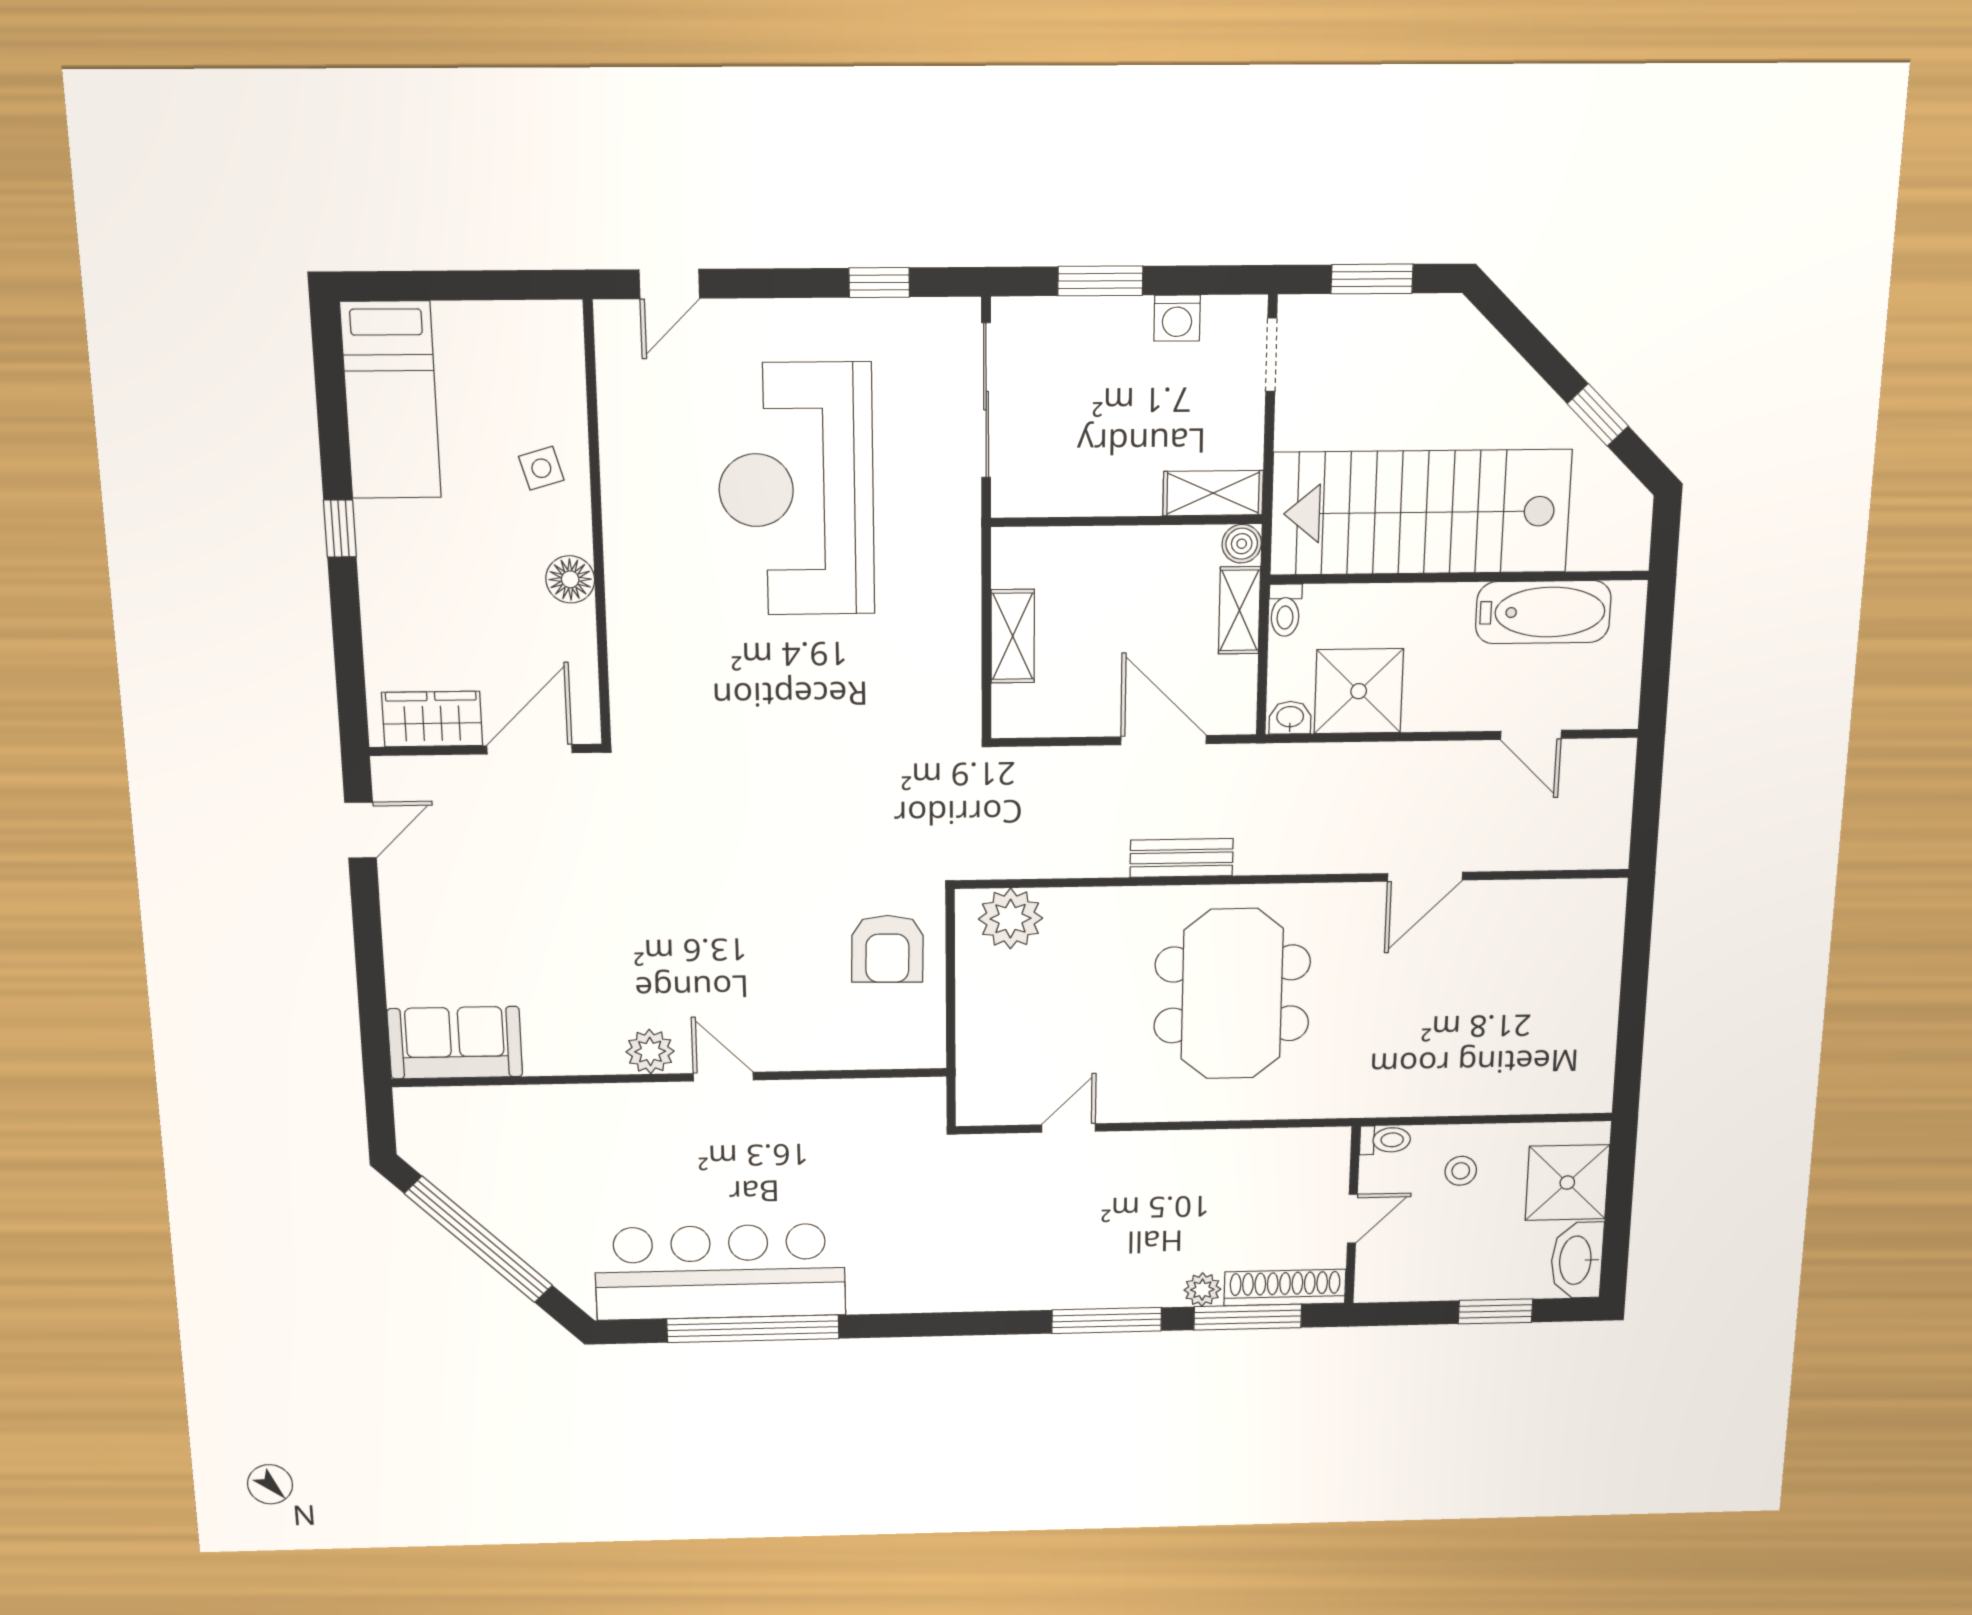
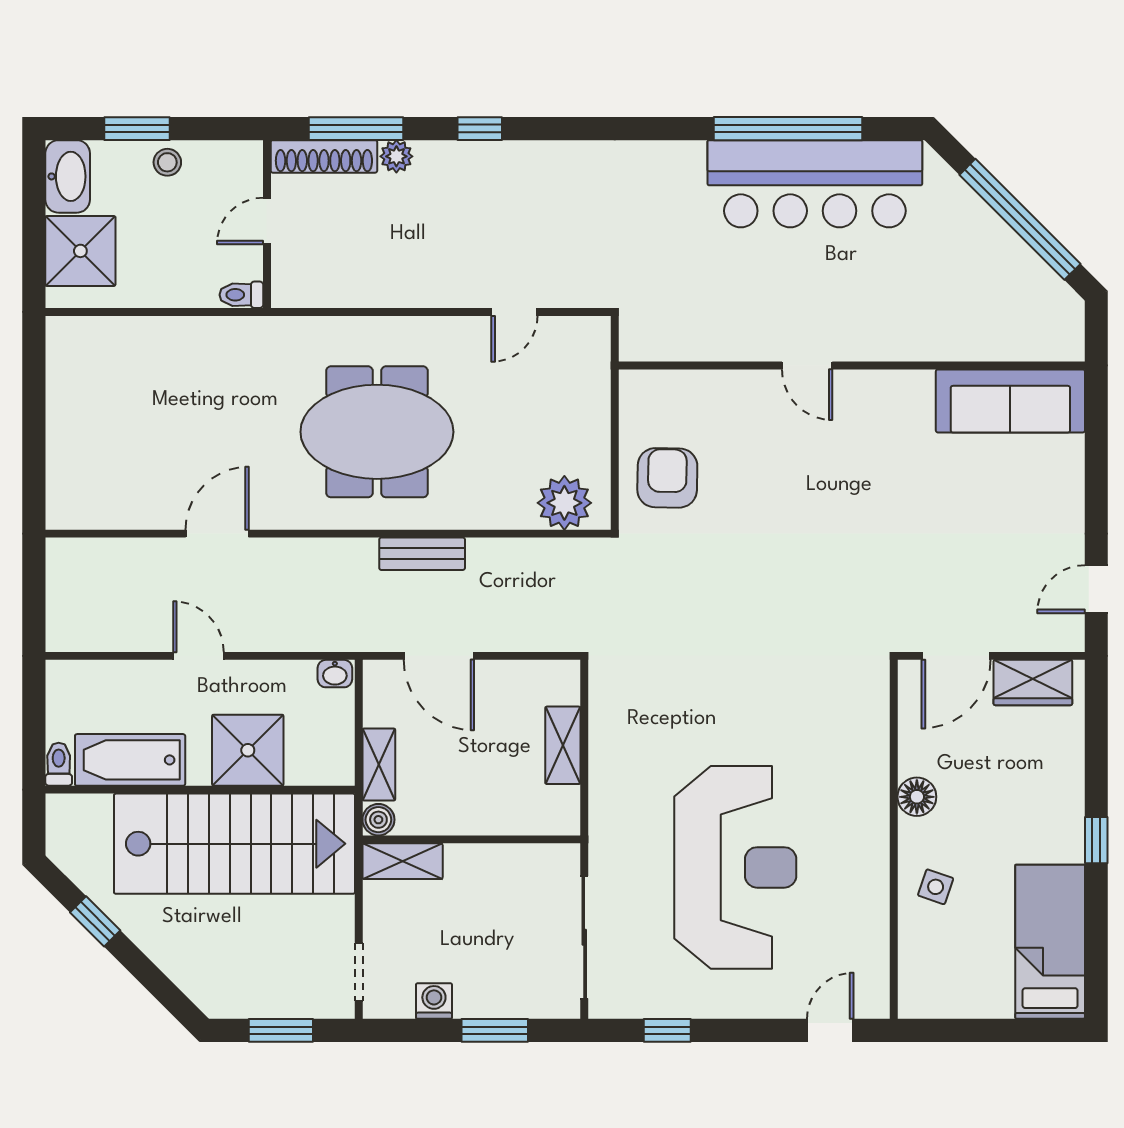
side table: (541, 468) -> (936, 887), turned 35
toilet: (1285, 610) -> (59, 764), moved
shower: (1359, 691) -> (248, 750), moved
door: (1531, 735) -> (198, 656), moved
meeting table: (1232, 994) -> (377, 432), turned 90
sofa: (455, 1043) -> (1010, 401), width x1.36
plant: (650, 1052) -> (868, 390), removed
stool: (1461, 1171) -> (167, 162), moved
window: (1107, 1320) -> (480, 129), width x0.46

